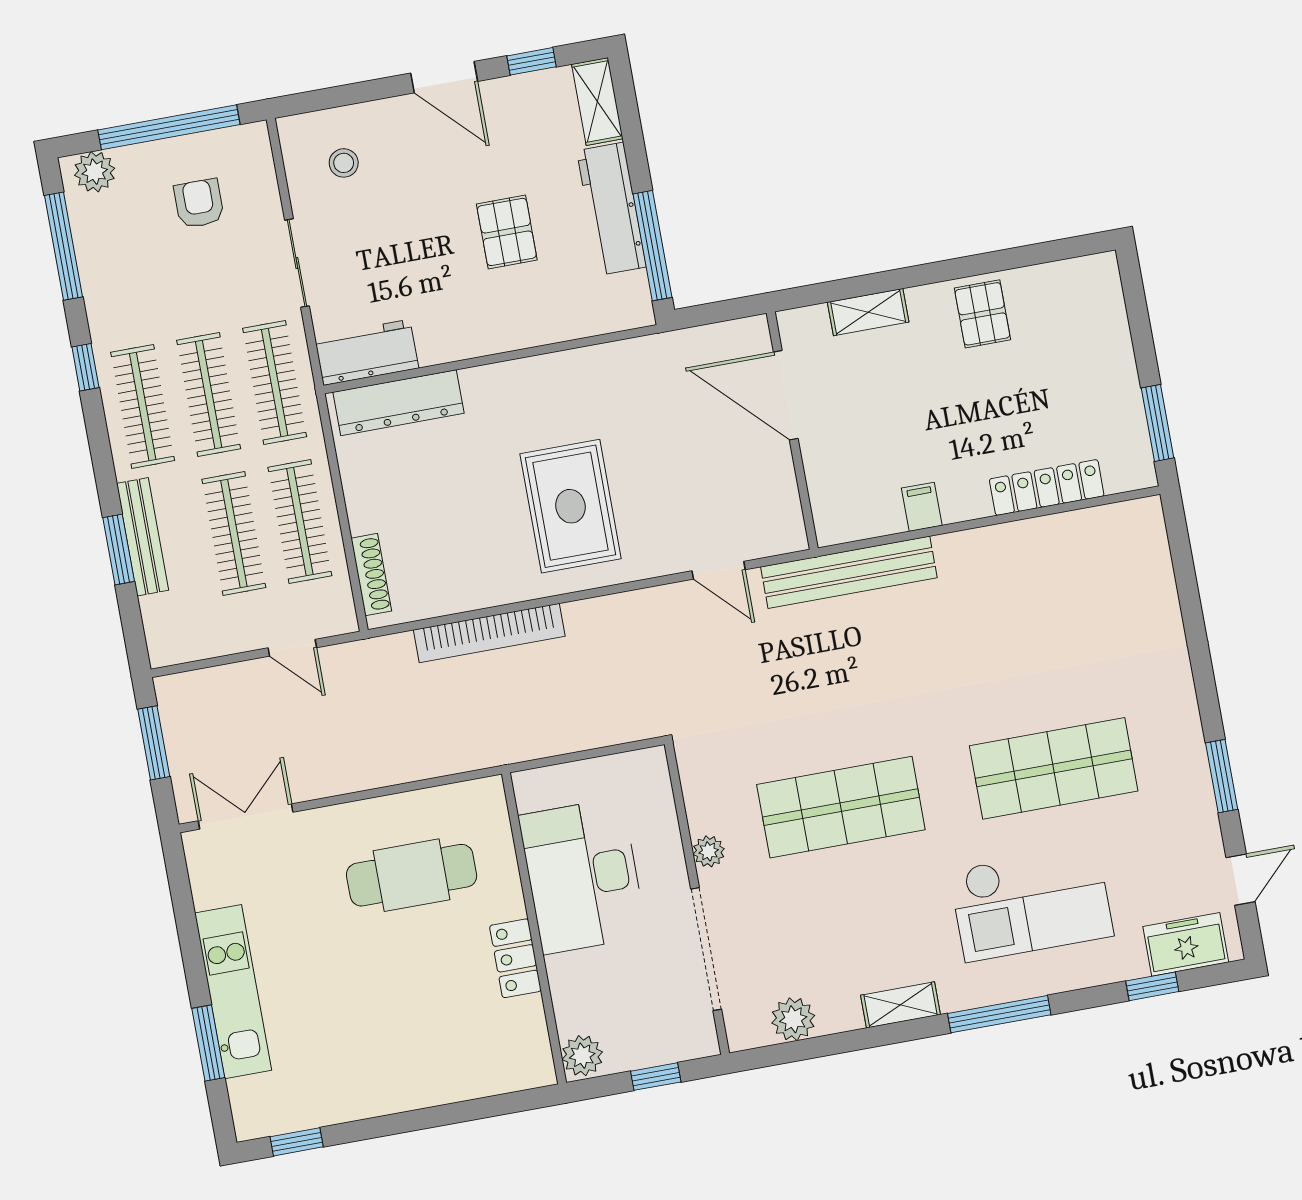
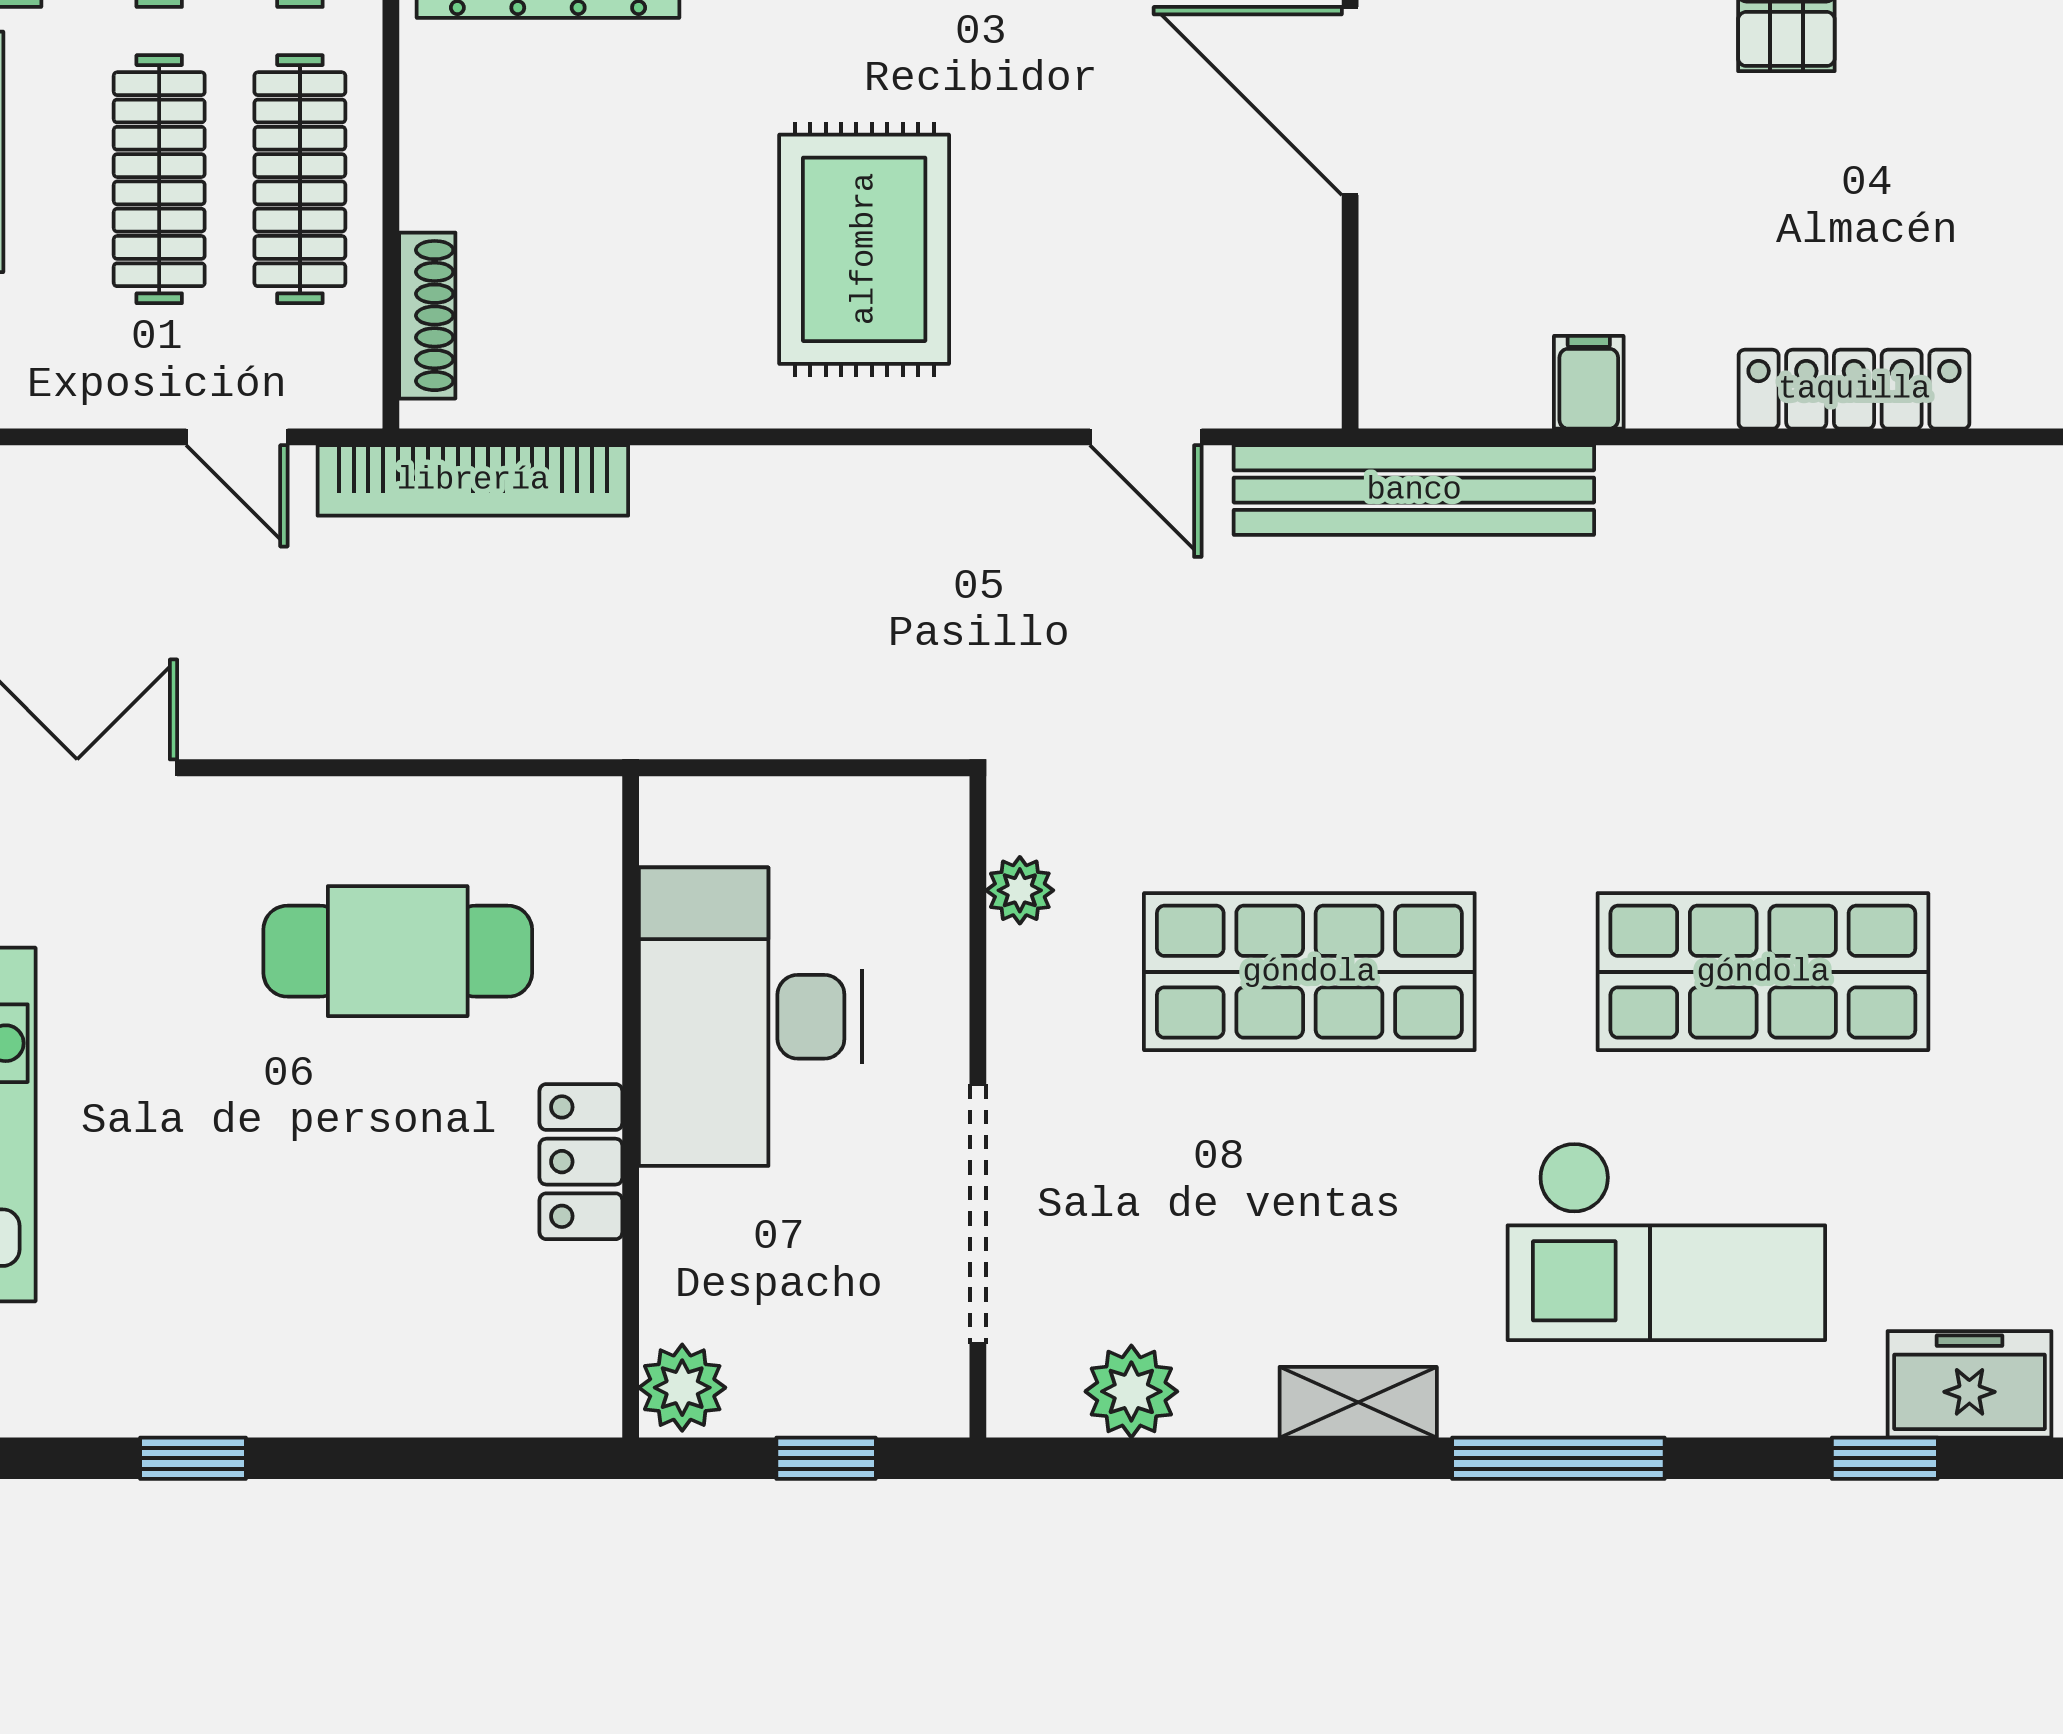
bookcase: (489, 633) -> (473, 480), moved
plant: (709, 851) -> (1020, 890), moved
window: (297, 1142) -> (193, 1458), moved

